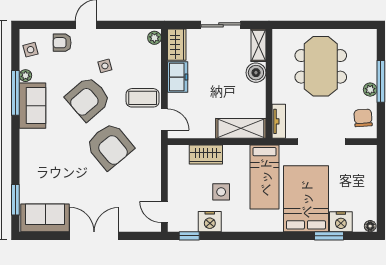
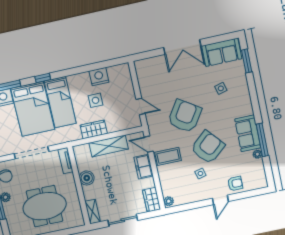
side table: (31, 50) -> (221, 88), moved
meeting table: (321, 66) -> (45, 206), turned 90
boiler: (256, 73) -> (87, 178), moved
freezer: (178, 77) -> (144, 167), moved
shelving: (241, 128) -> (109, 146), moved
armchair: (110, 146) -> (185, 116), turned 73
wardrobe: (206, 155) -> (94, 129), moved
bed: (265, 177) -> (60, 102), moved, turned 180
door: (164, 212) -> (141, 106), moved
window: (189, 236) -> (43, 78), moved

